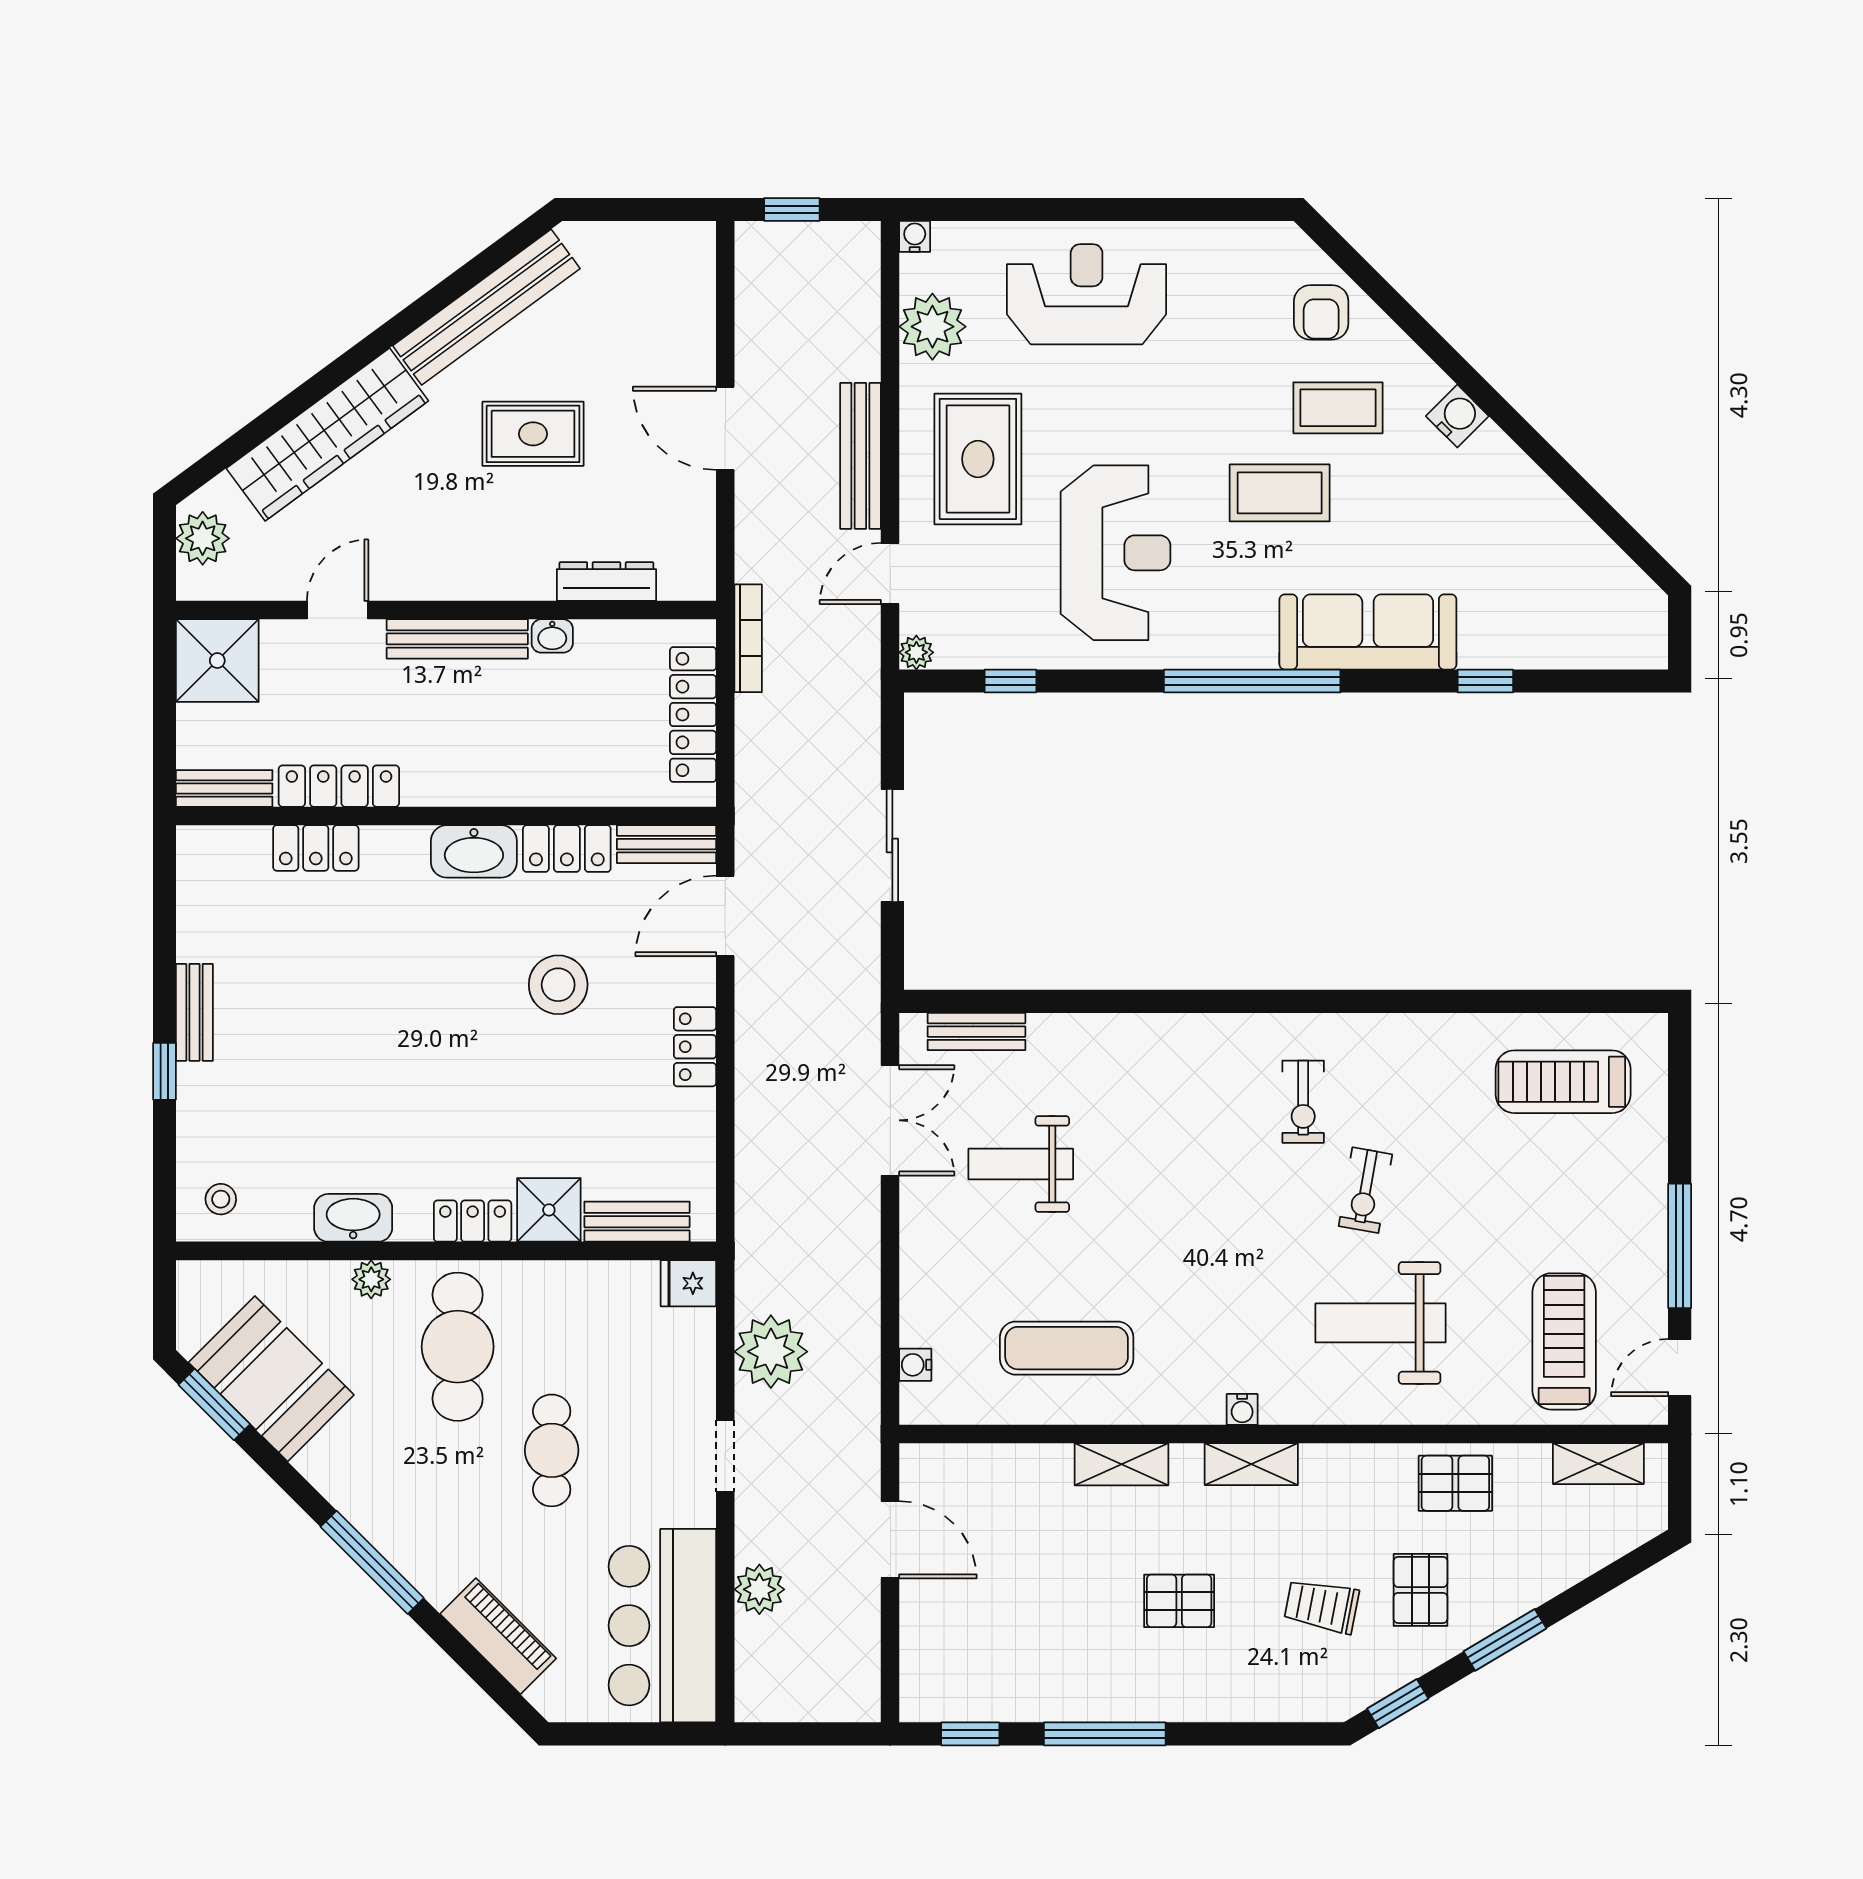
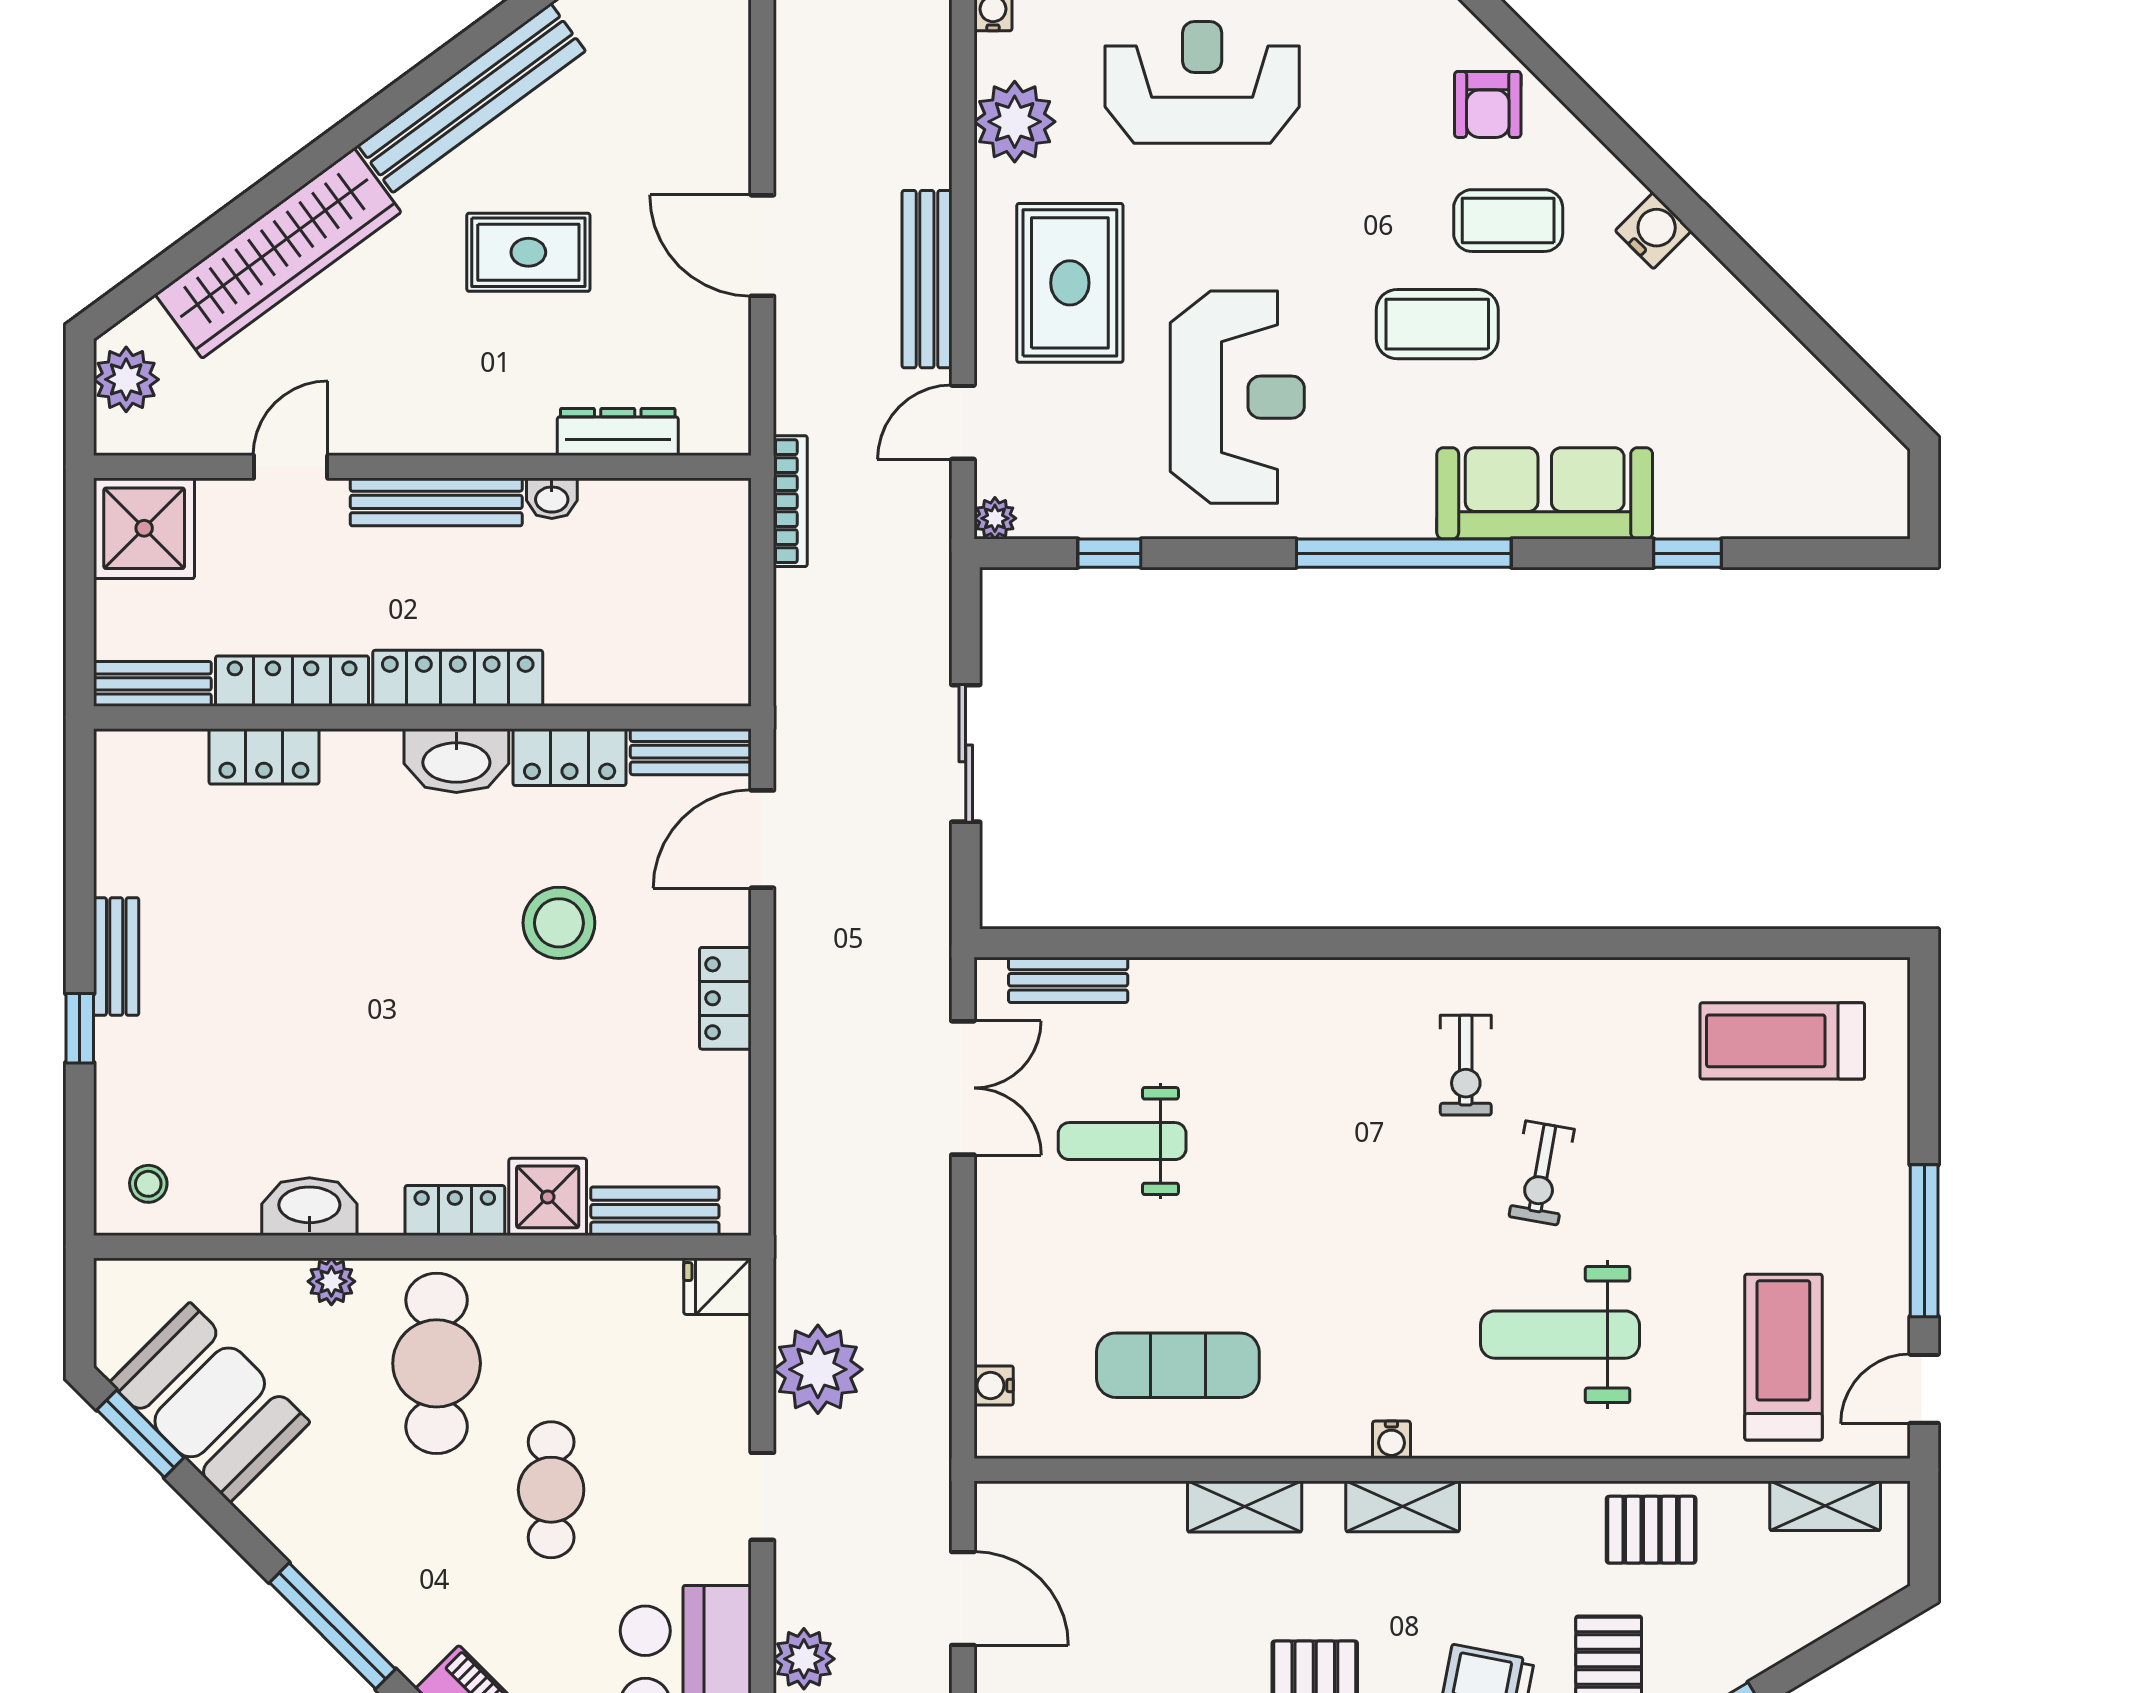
locker: (693, 715) -> (458, 678), moved, turned 90

